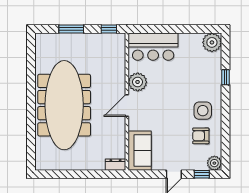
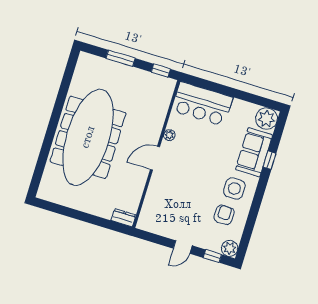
plant: (138, 82) -> (169, 135), width x0.53, depth x0.53
armchair: (201, 136) -> (224, 215), turned 92
sofa: (140, 151) -> (254, 152), moved, turned 180

